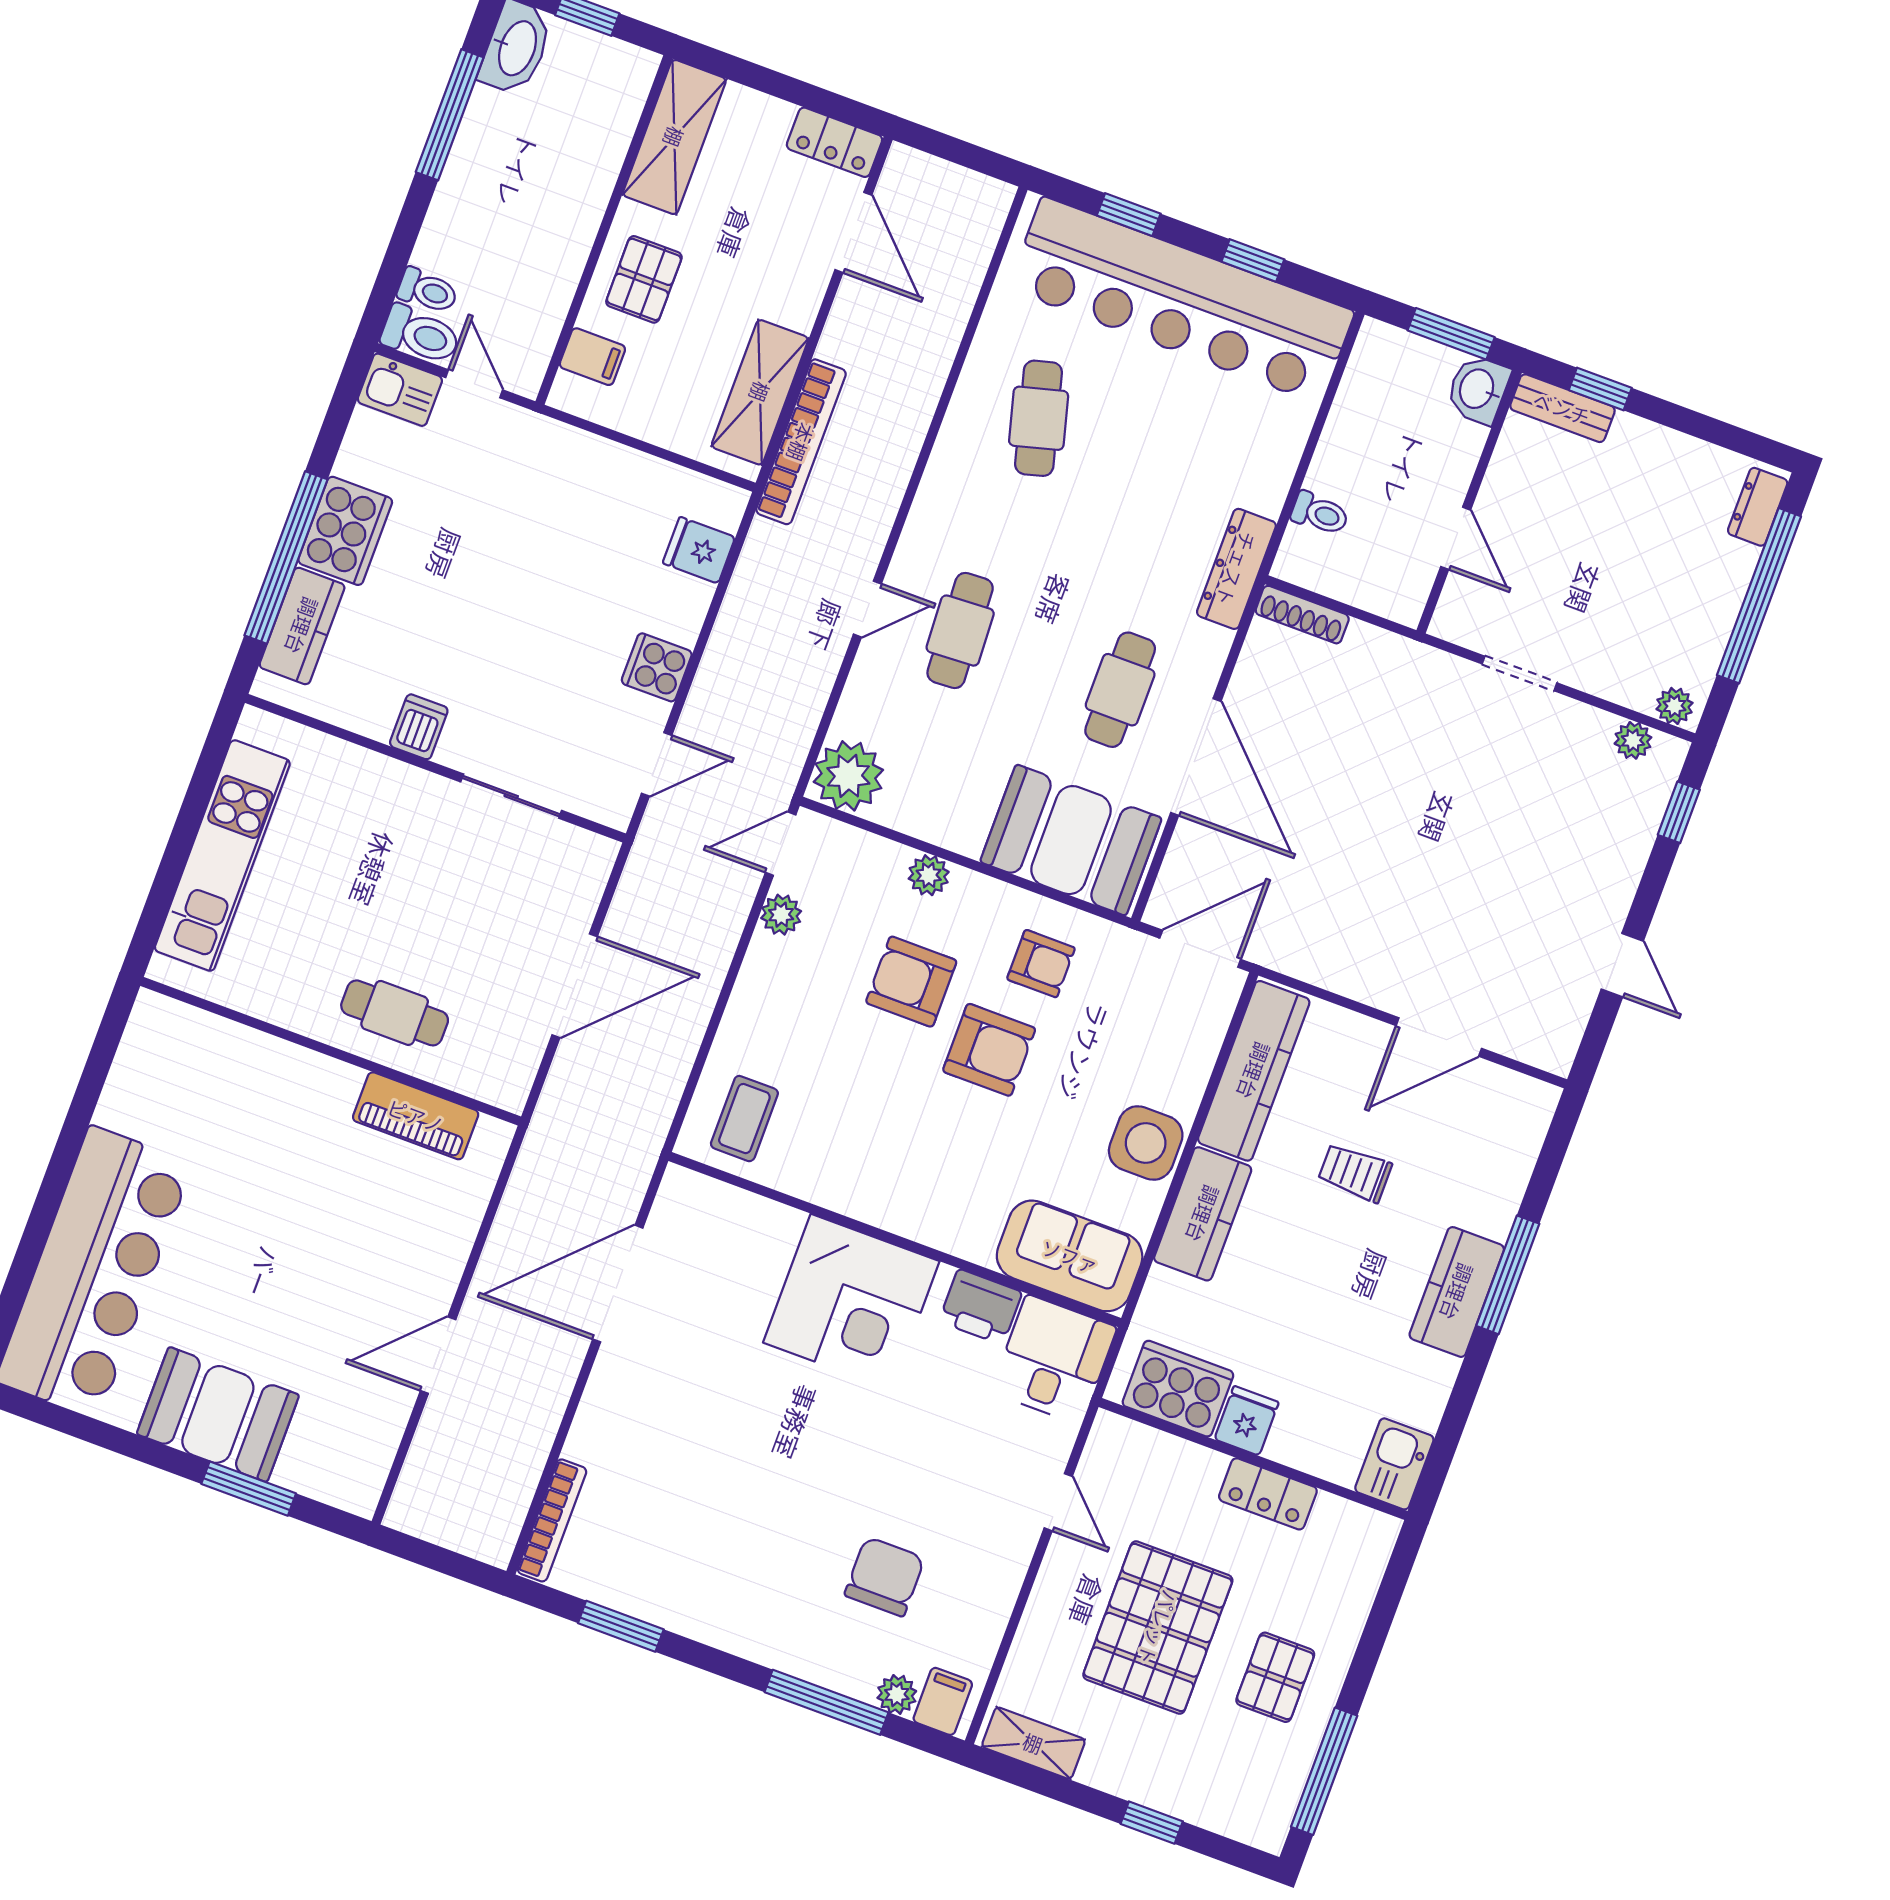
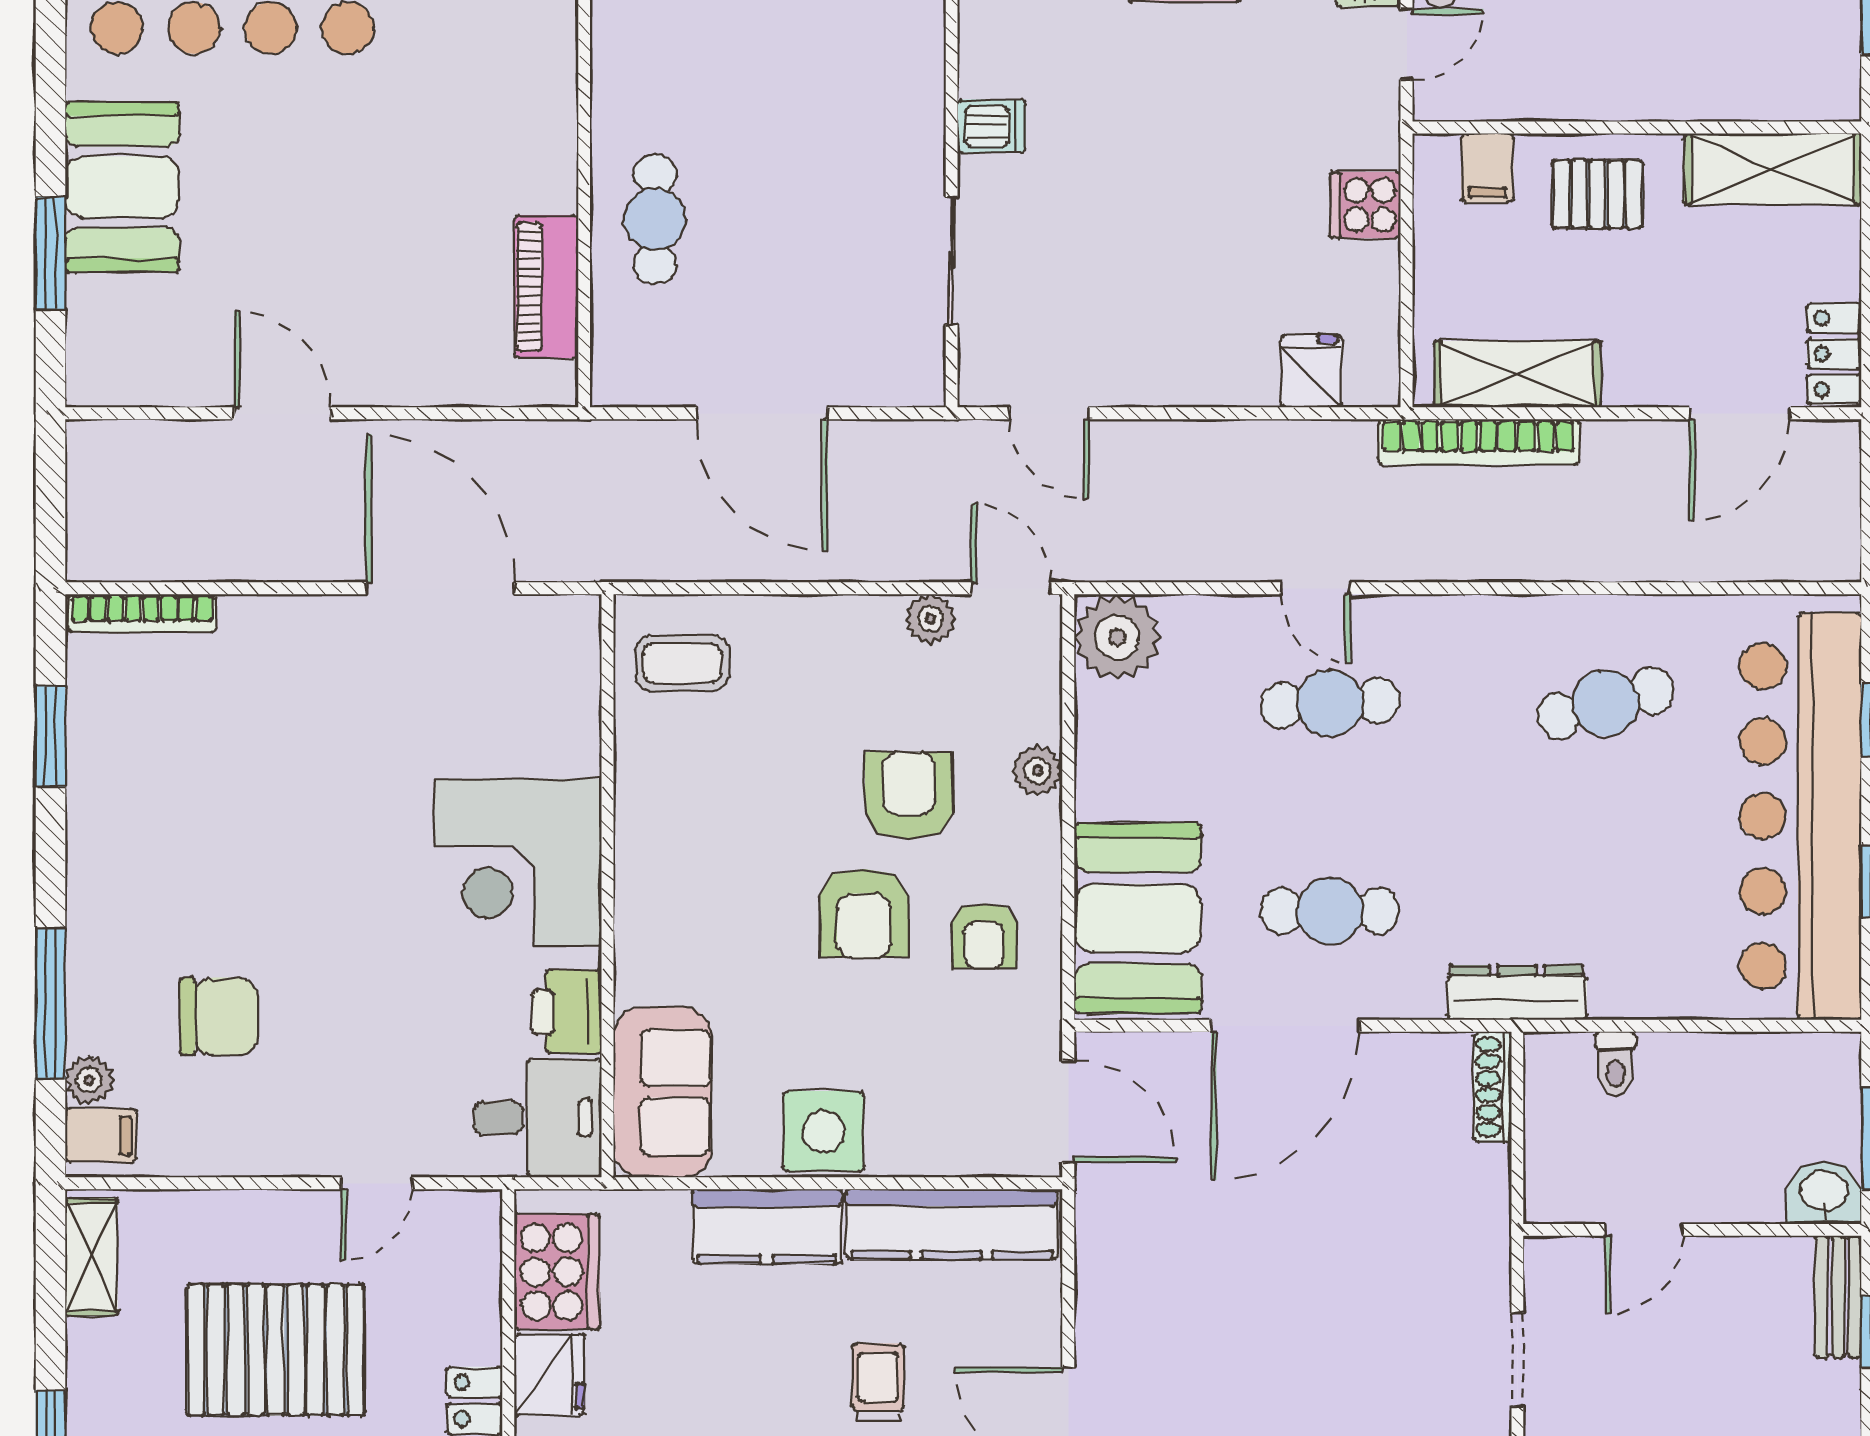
cooker: (657, 667) -> (1366, 205), moved, turned -90
fridge: (1247, 1421) -> (549, 1375), width x1.38

